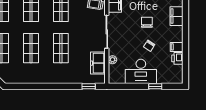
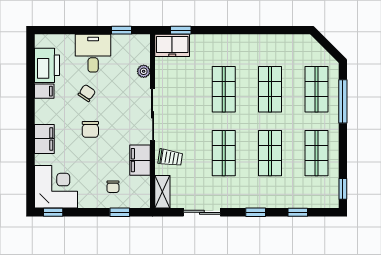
printer: (177, 58) -> (47, 65), width x1.87, depth x1.48
freezer: (98, 63) -> (172, 45), moved, turned 90
desk: (141, 71) -> (93, 53), width x0.73
window: (155, 86) -> (122, 30), moved

